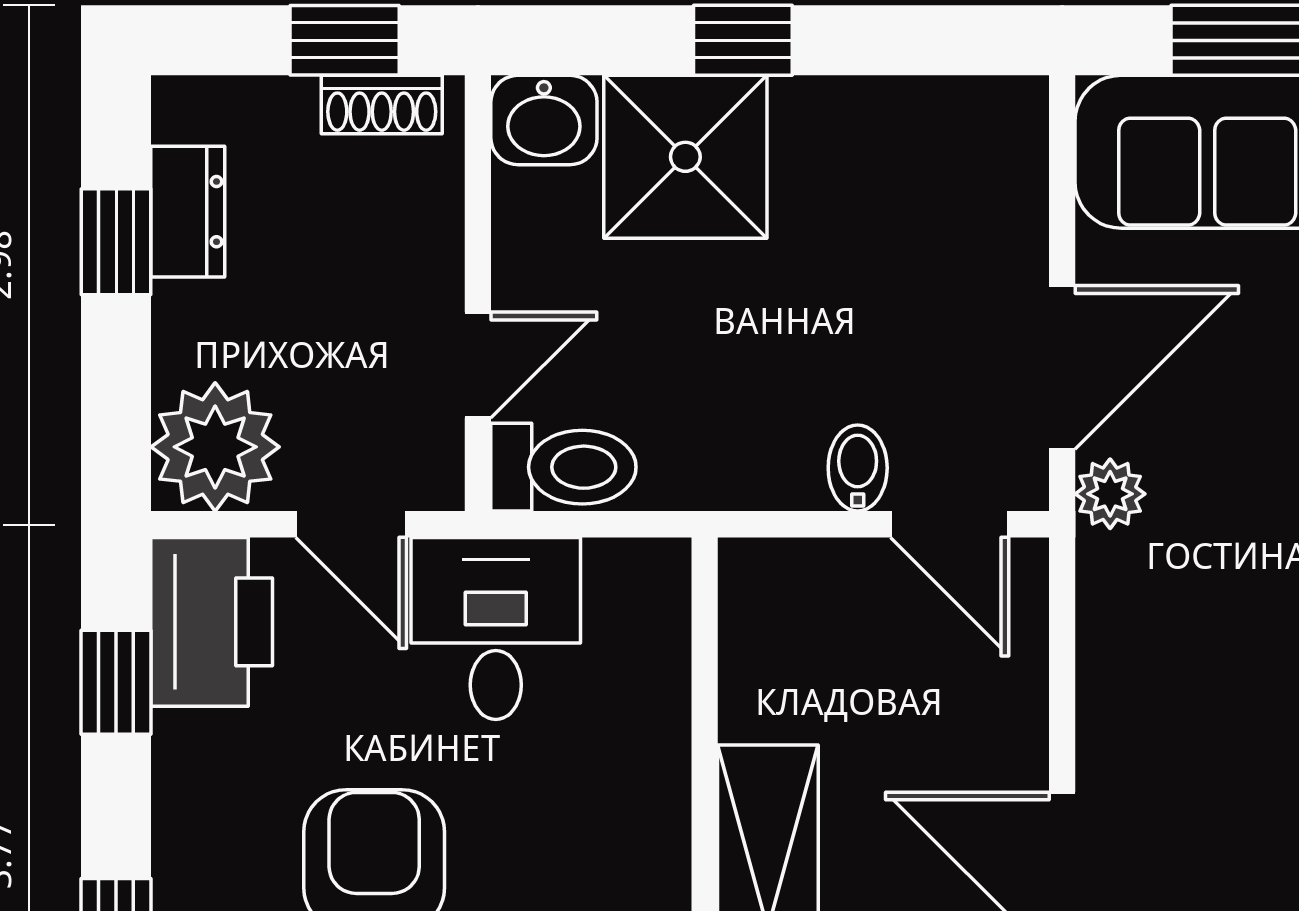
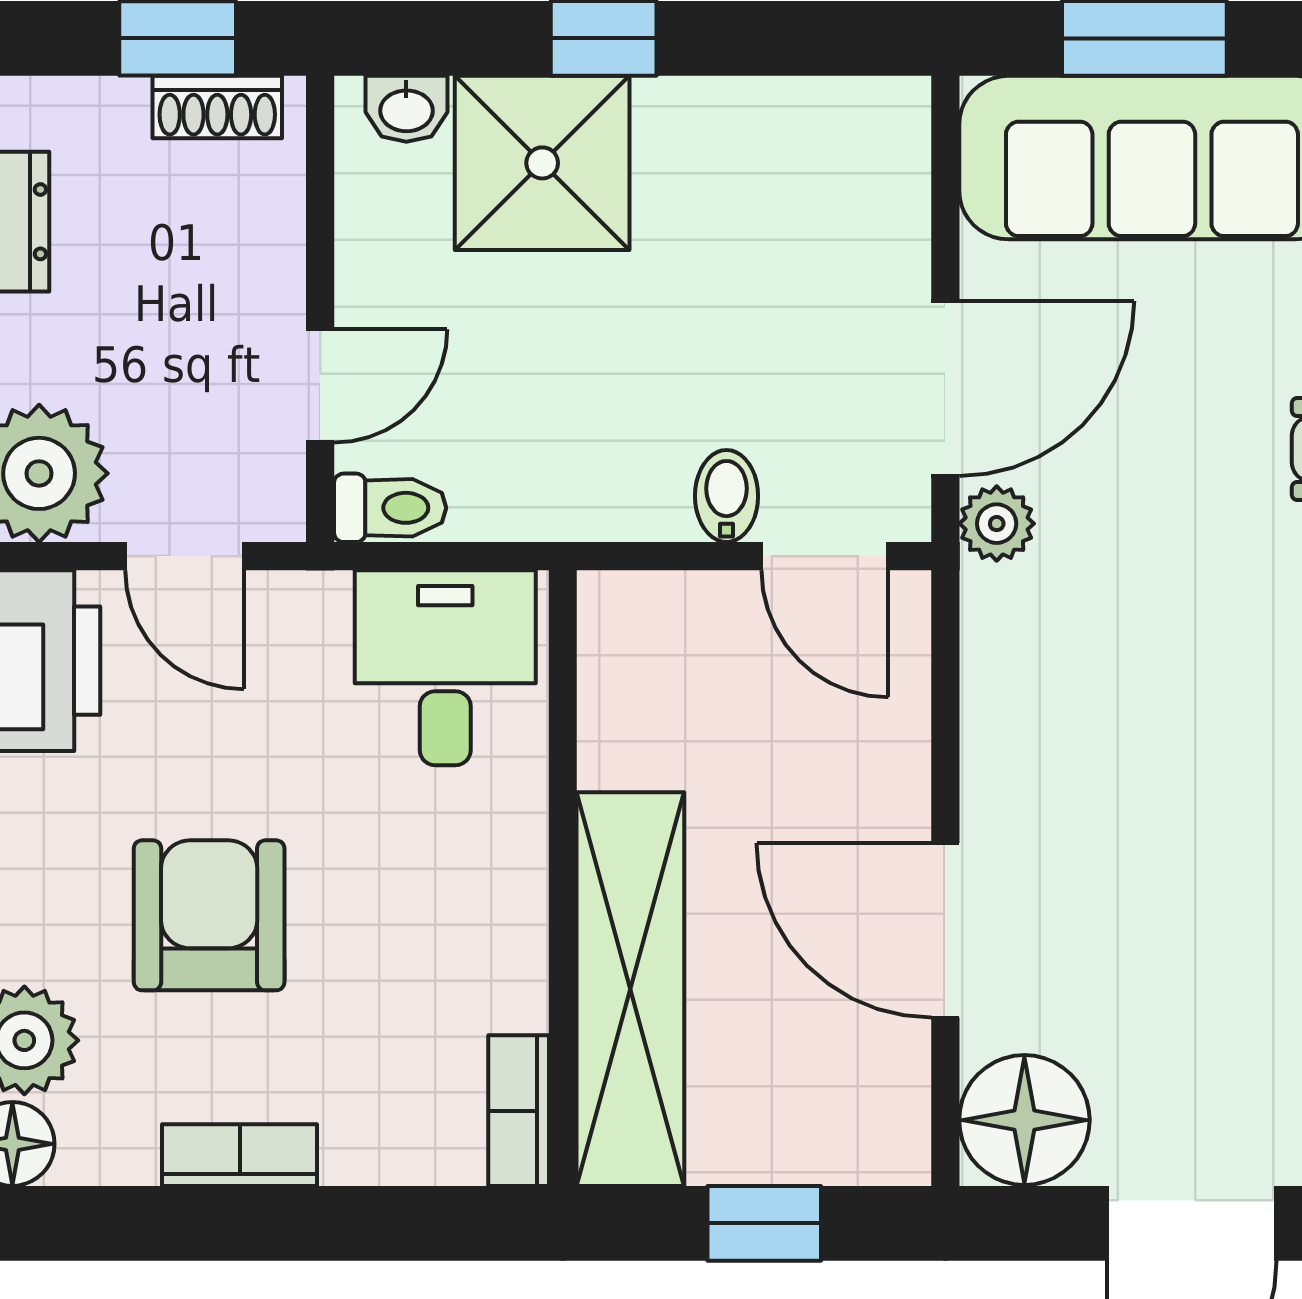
washbasin: (544, 120) -> (406, 109), width x0.72, depth x0.69
toilet: (563, 467) -> (390, 508), width x0.73, depth x0.72
desk: (496, 628) -> (445, 668), moved

